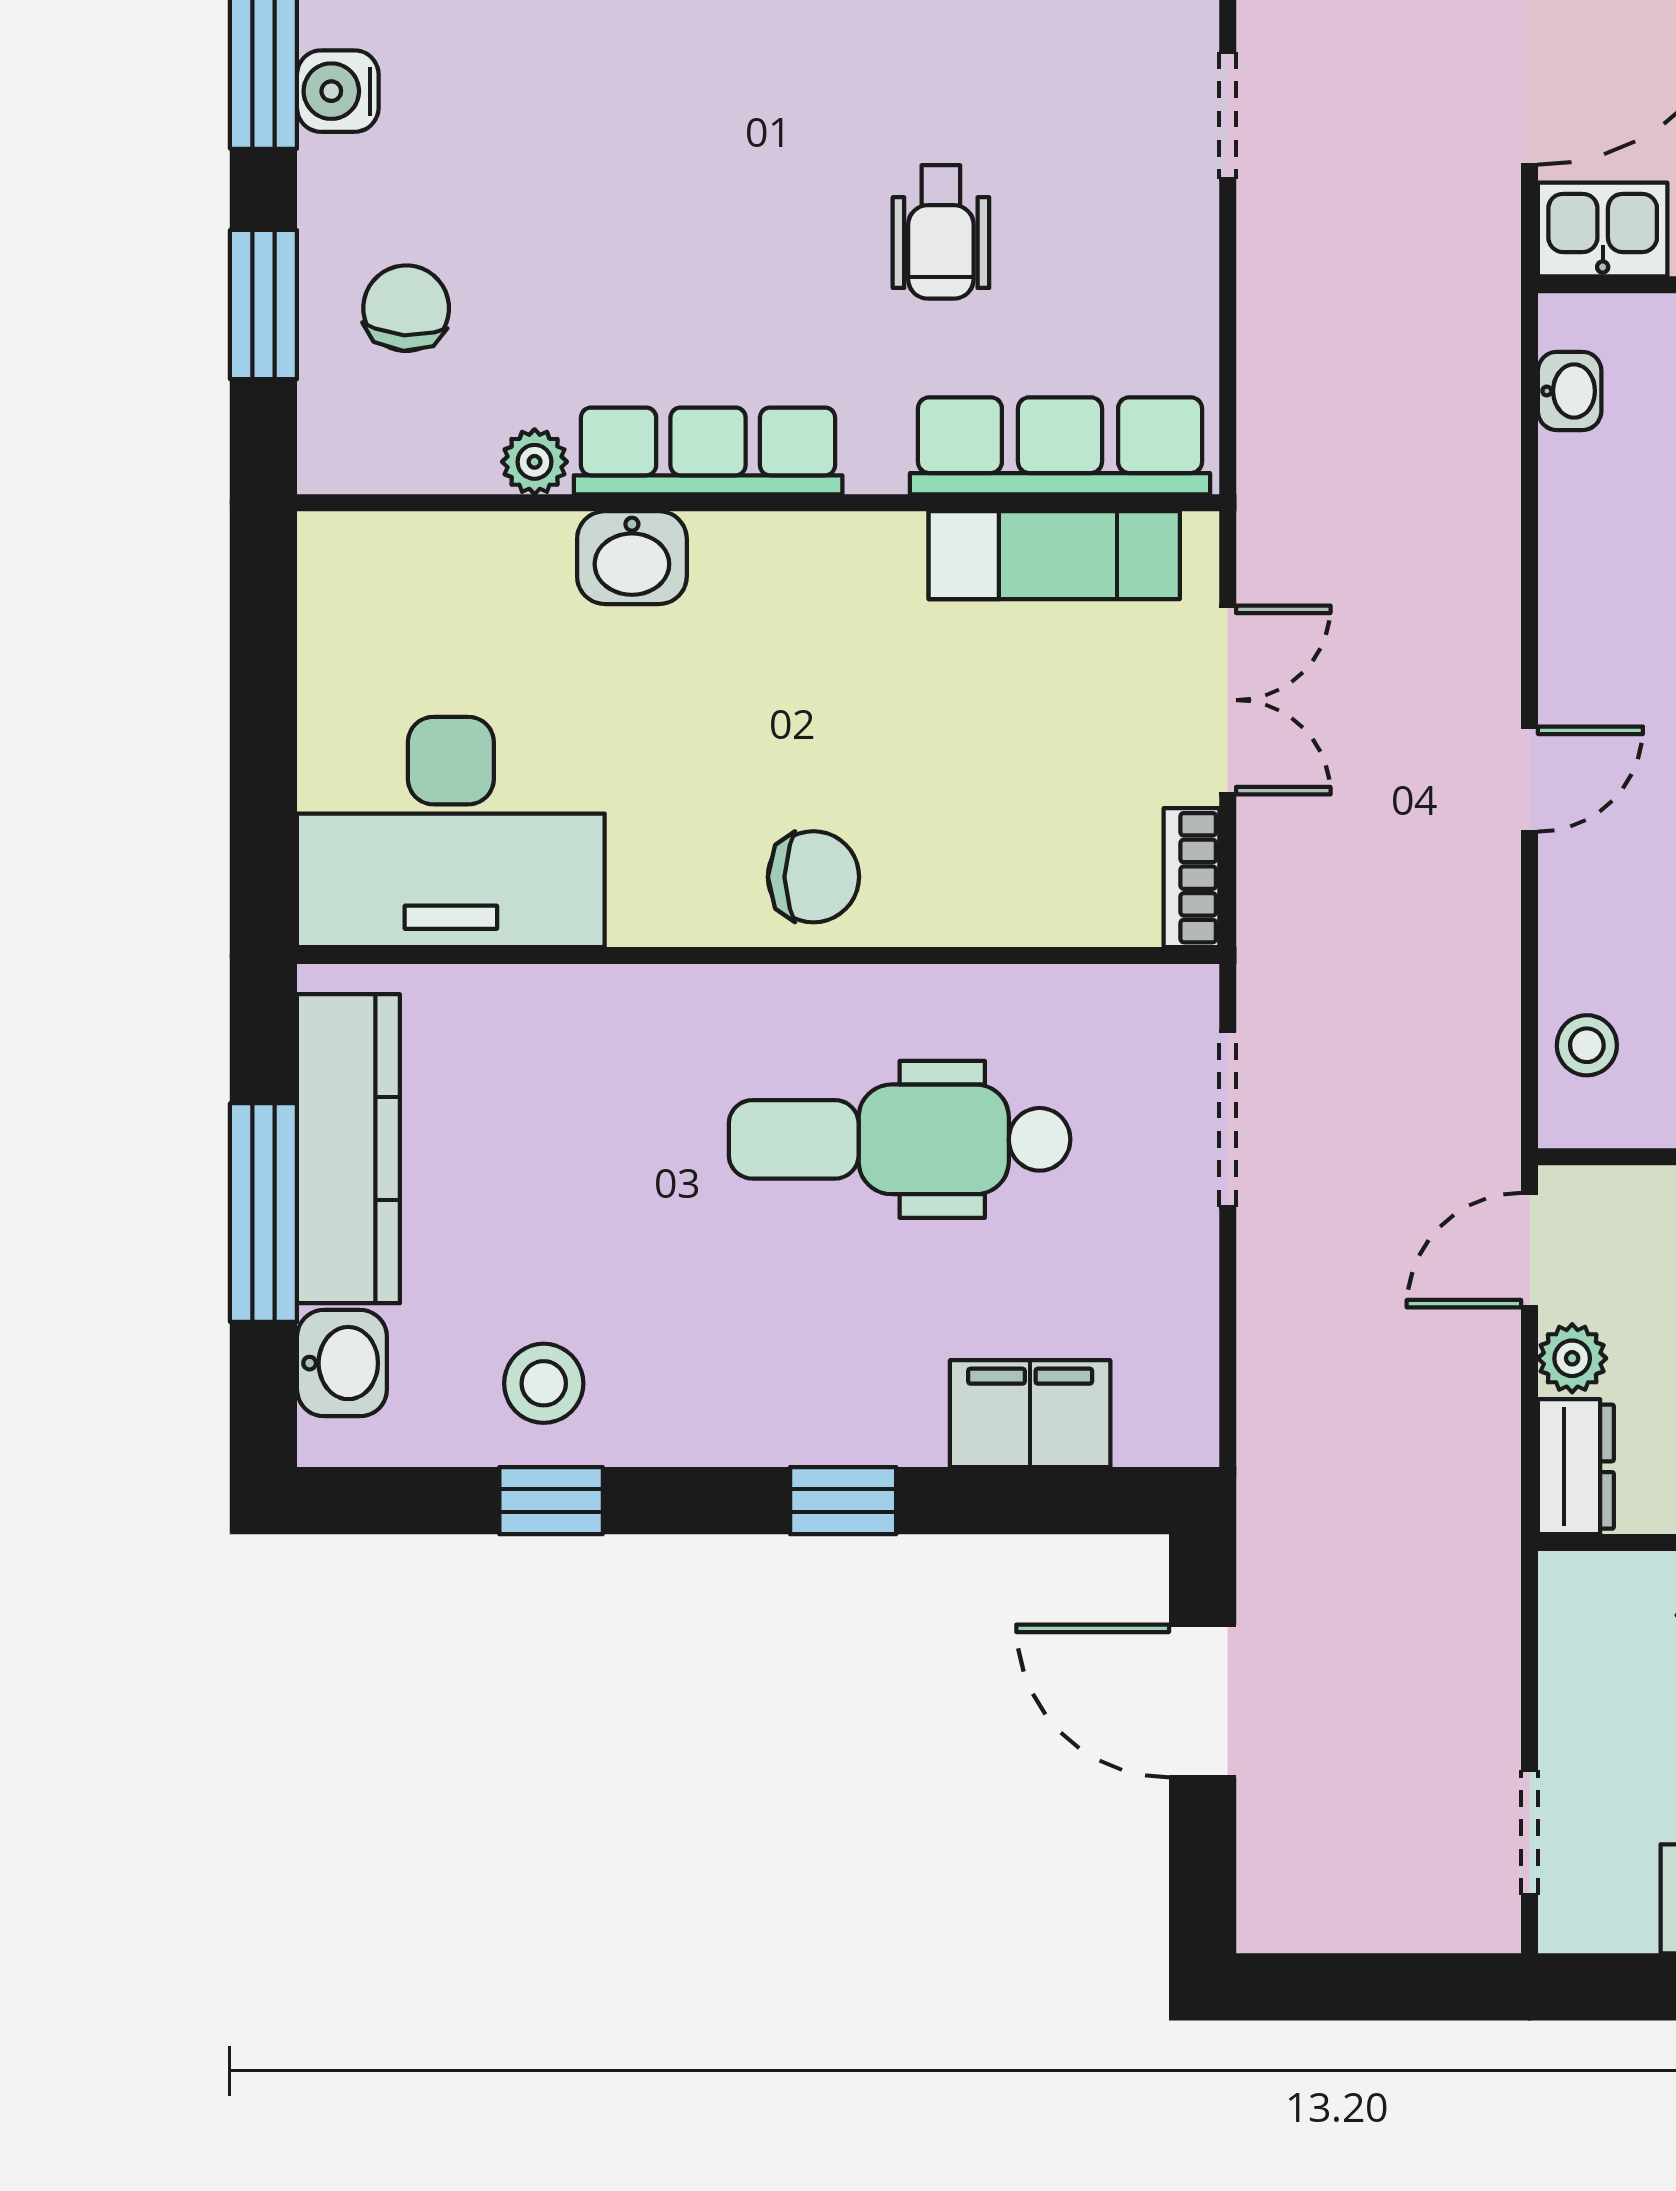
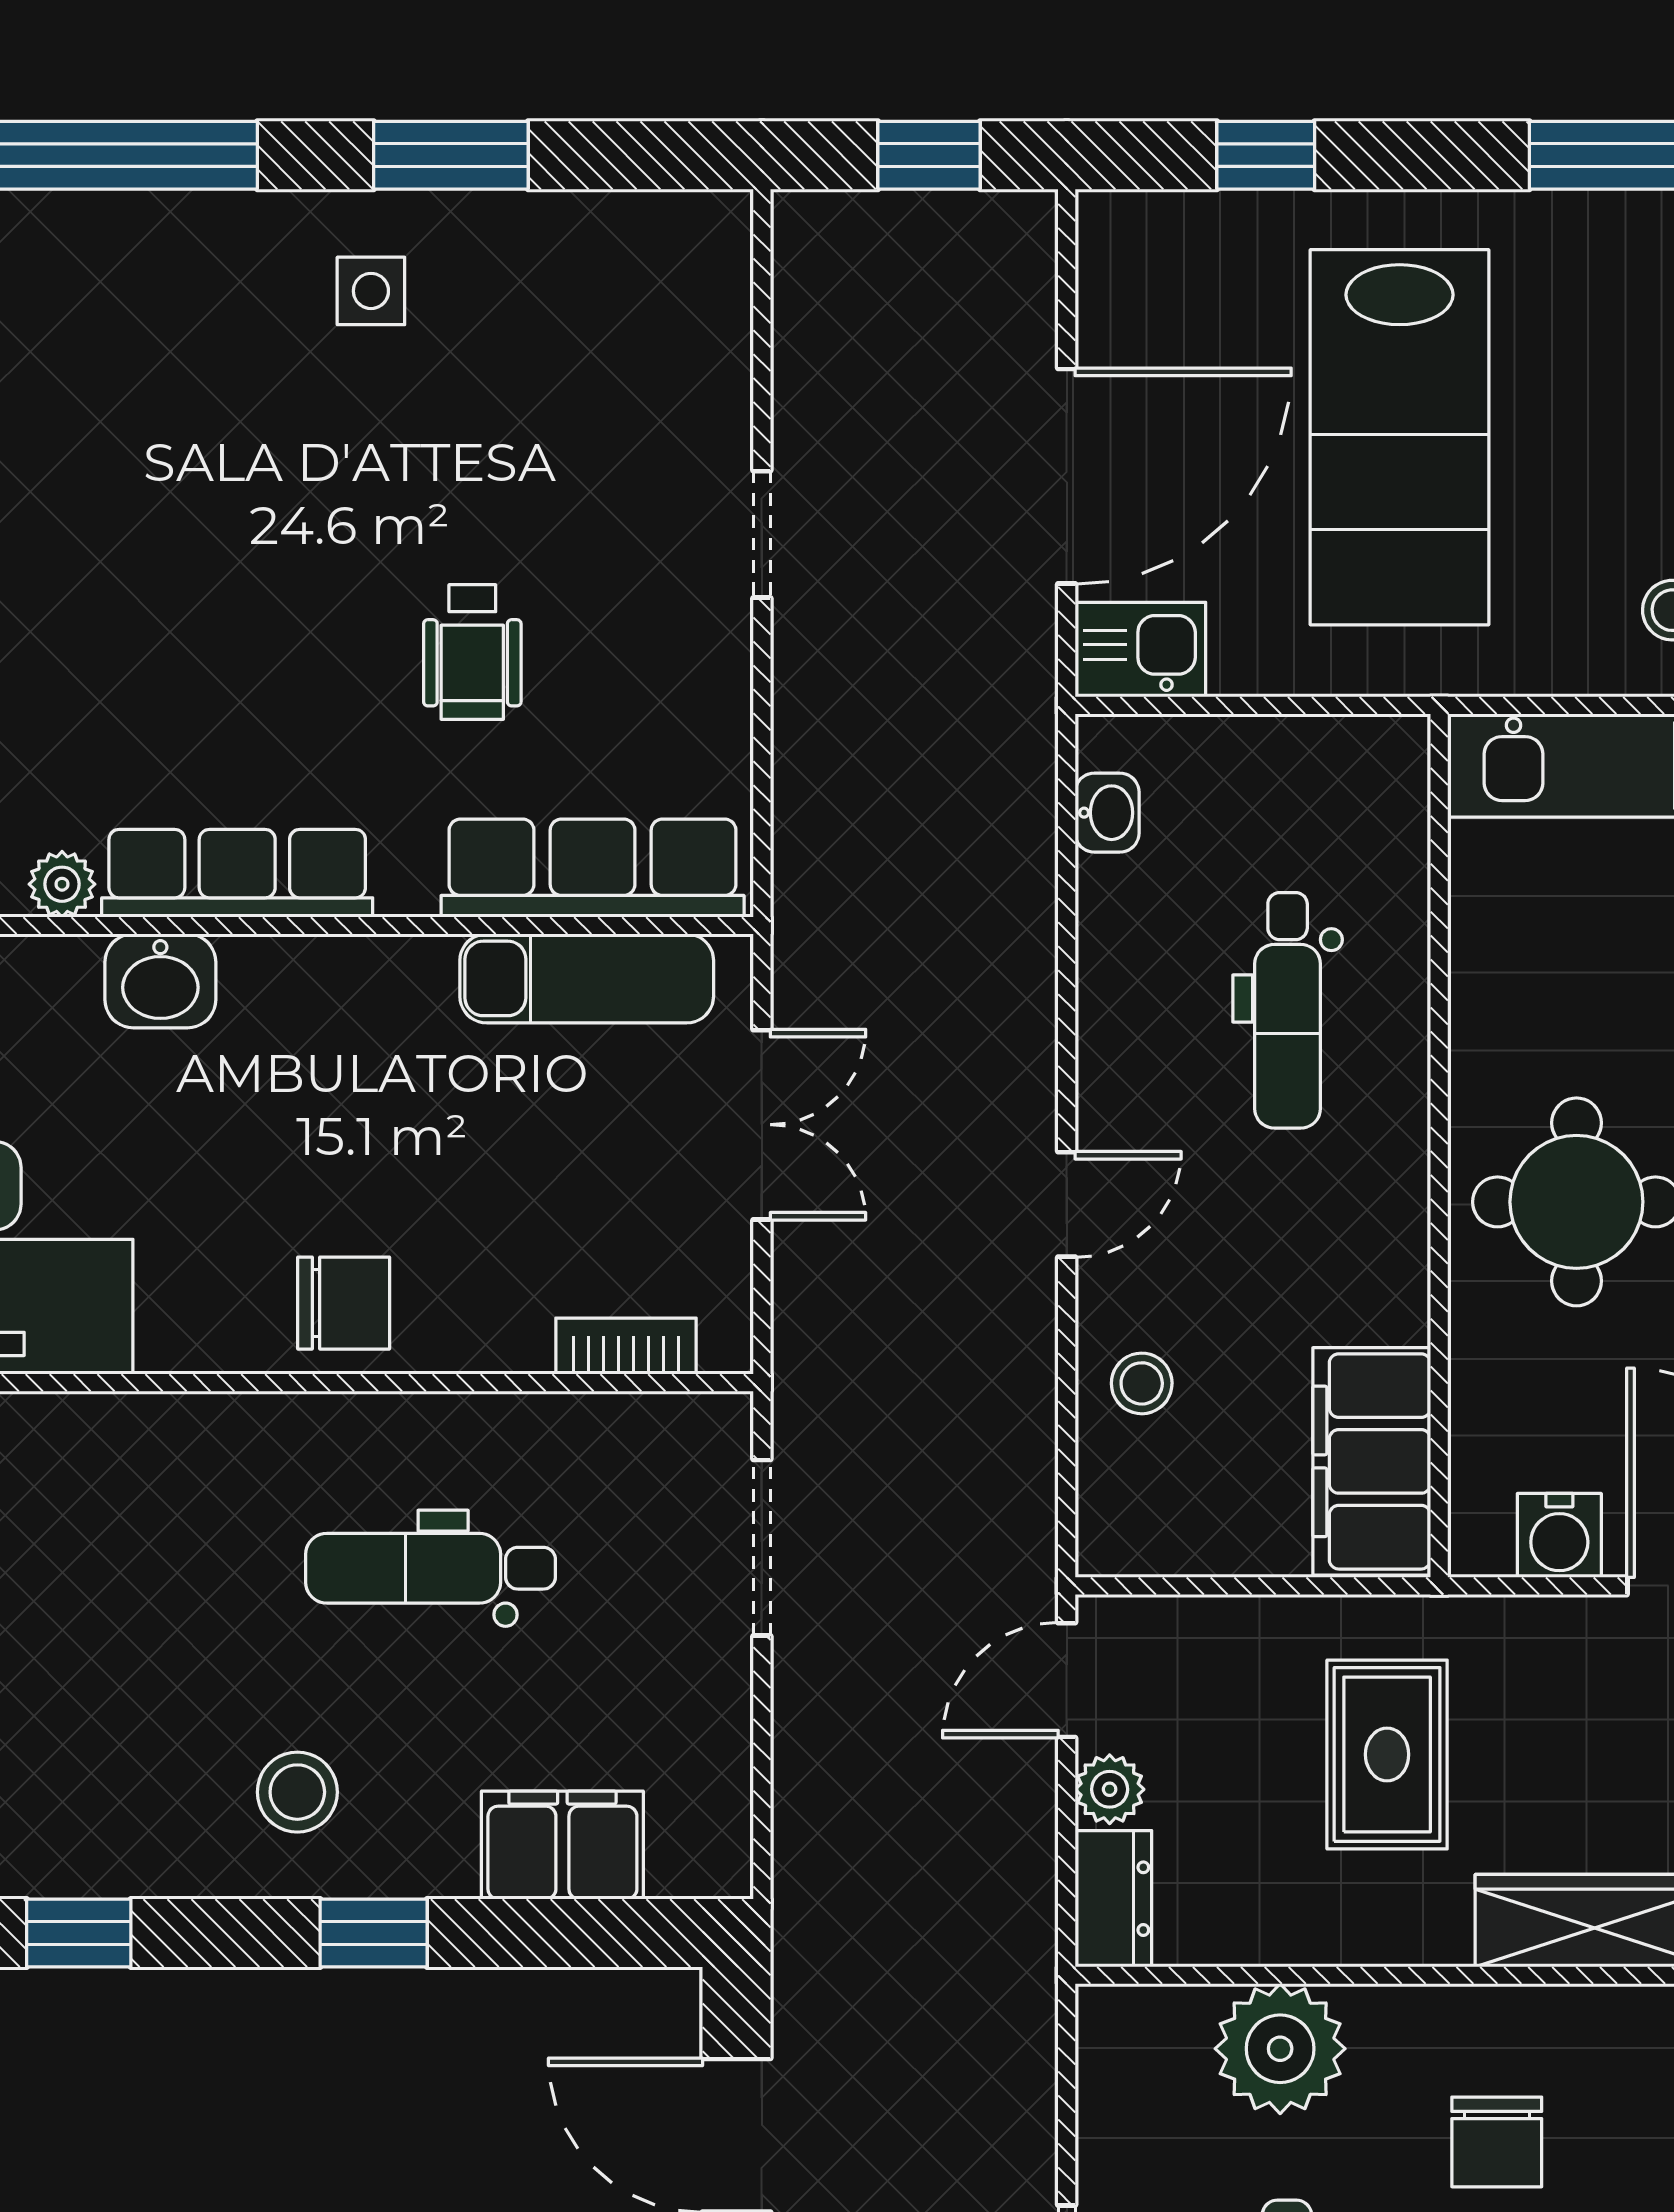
bookcase: (1192, 878) -> (626, 1346), moved, turned 90
stool: (1587, 1045) -> (1142, 1383), moved
dental chair: (900, 1139) -> (431, 1568), width x0.73, depth x0.72
stool: (544, 1383) -> (297, 1792), moved

